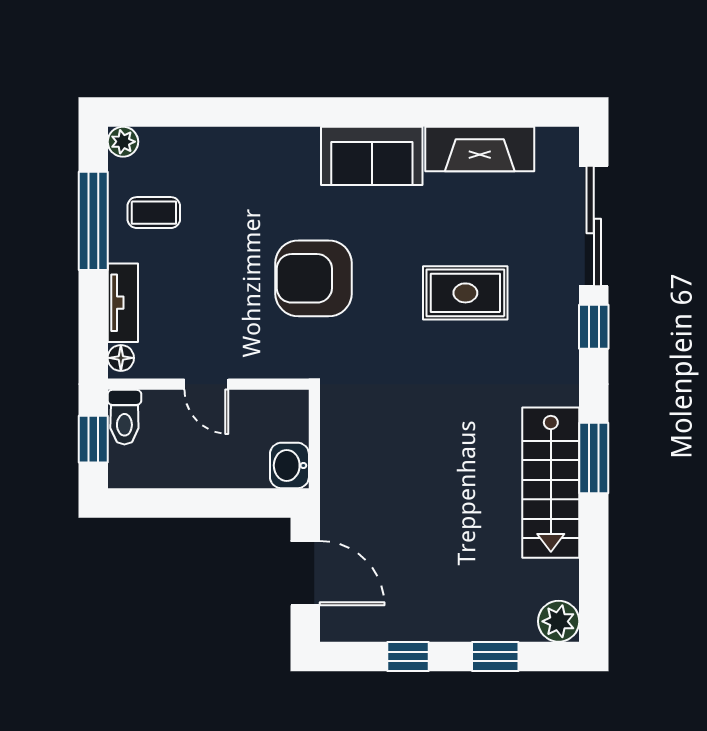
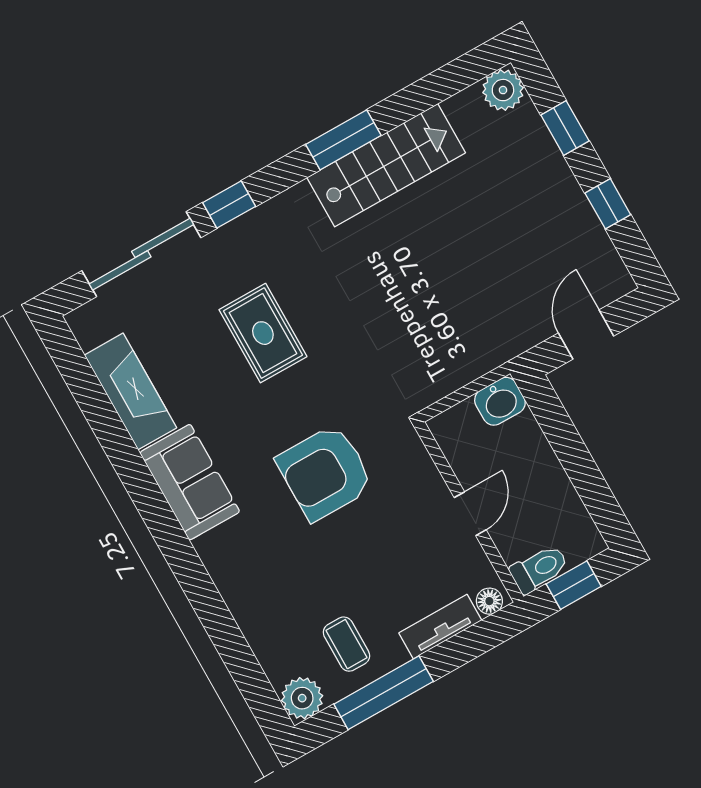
plant: (123, 142) -> (302, 698), width x1.38, depth x1.38
armchair: (313, 278) -> (325, 473), turned 90
door: (305, 573) -> (586, 335), width x0.73

